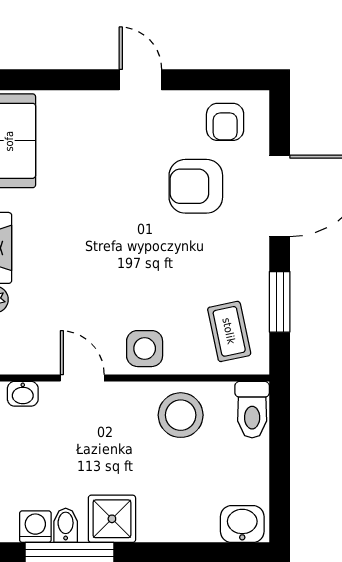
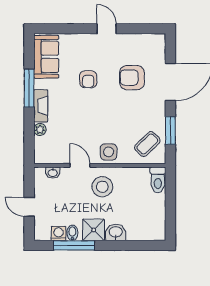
armchair: (225, 122) -> (88, 79), moved
coffee table: (229, 331) -> (147, 144), turned 58
stool: (181, 415) -> (102, 187), moved
washbasin: (242, 524) -> (116, 232), moved

